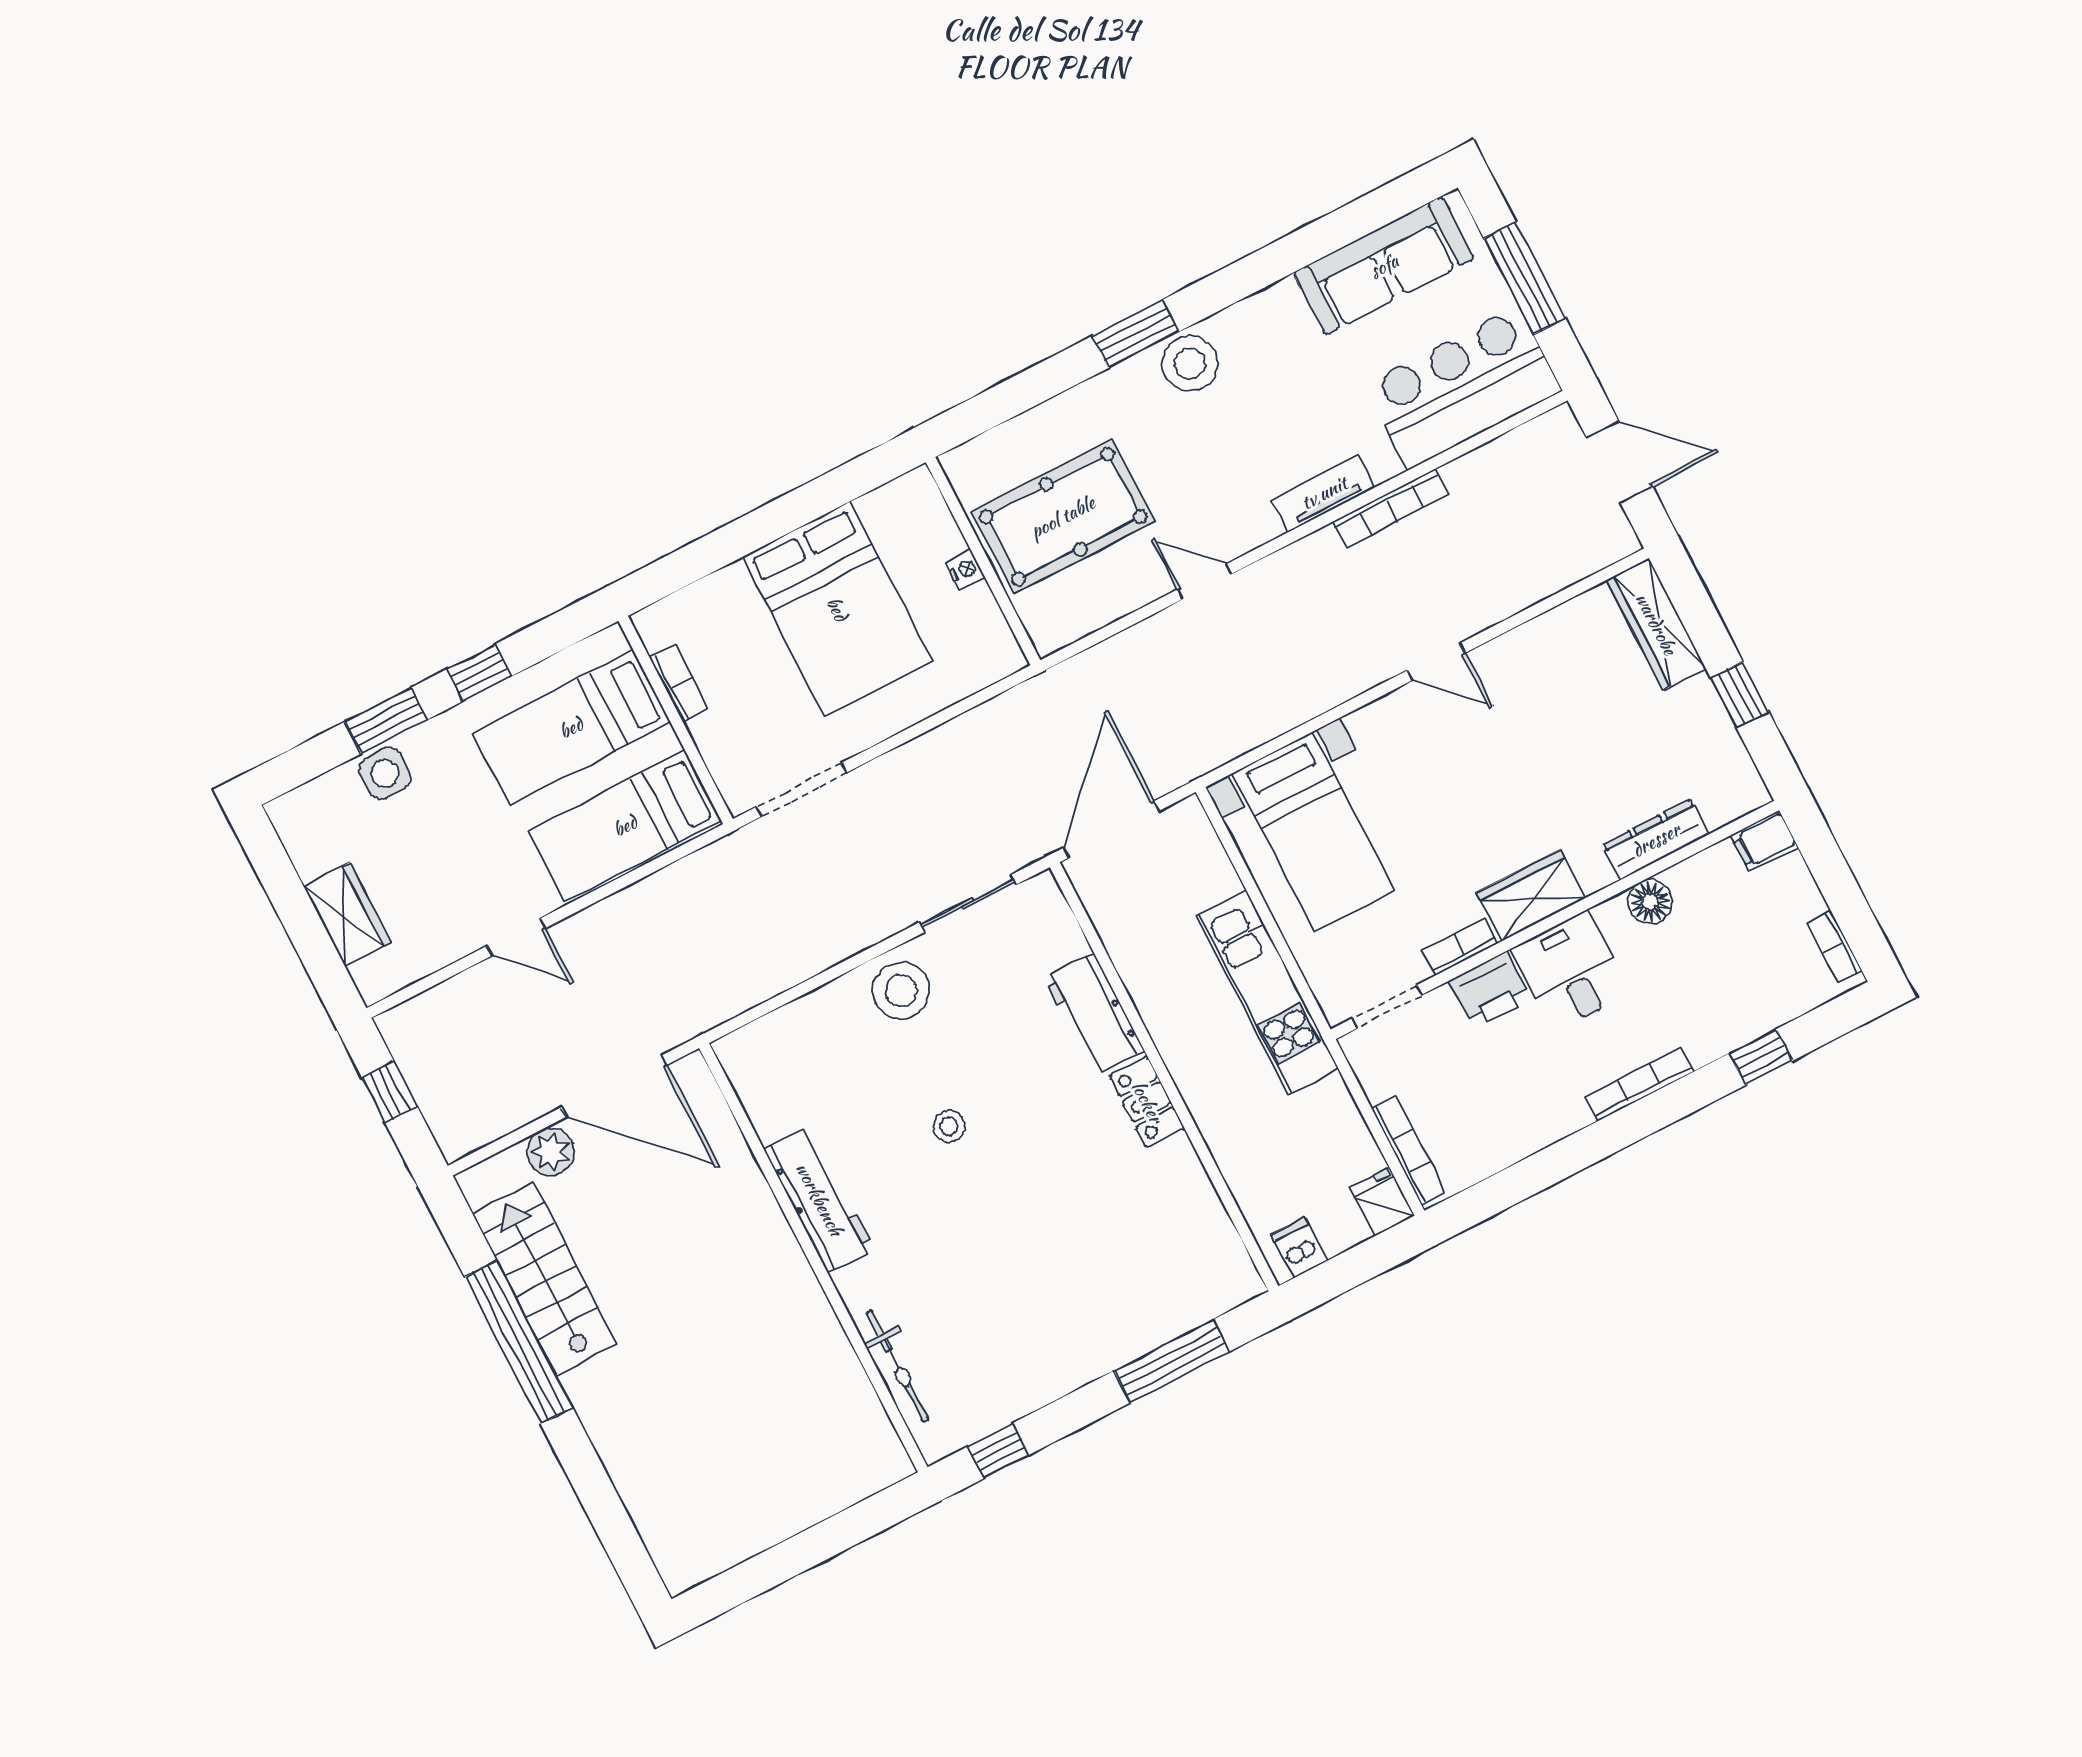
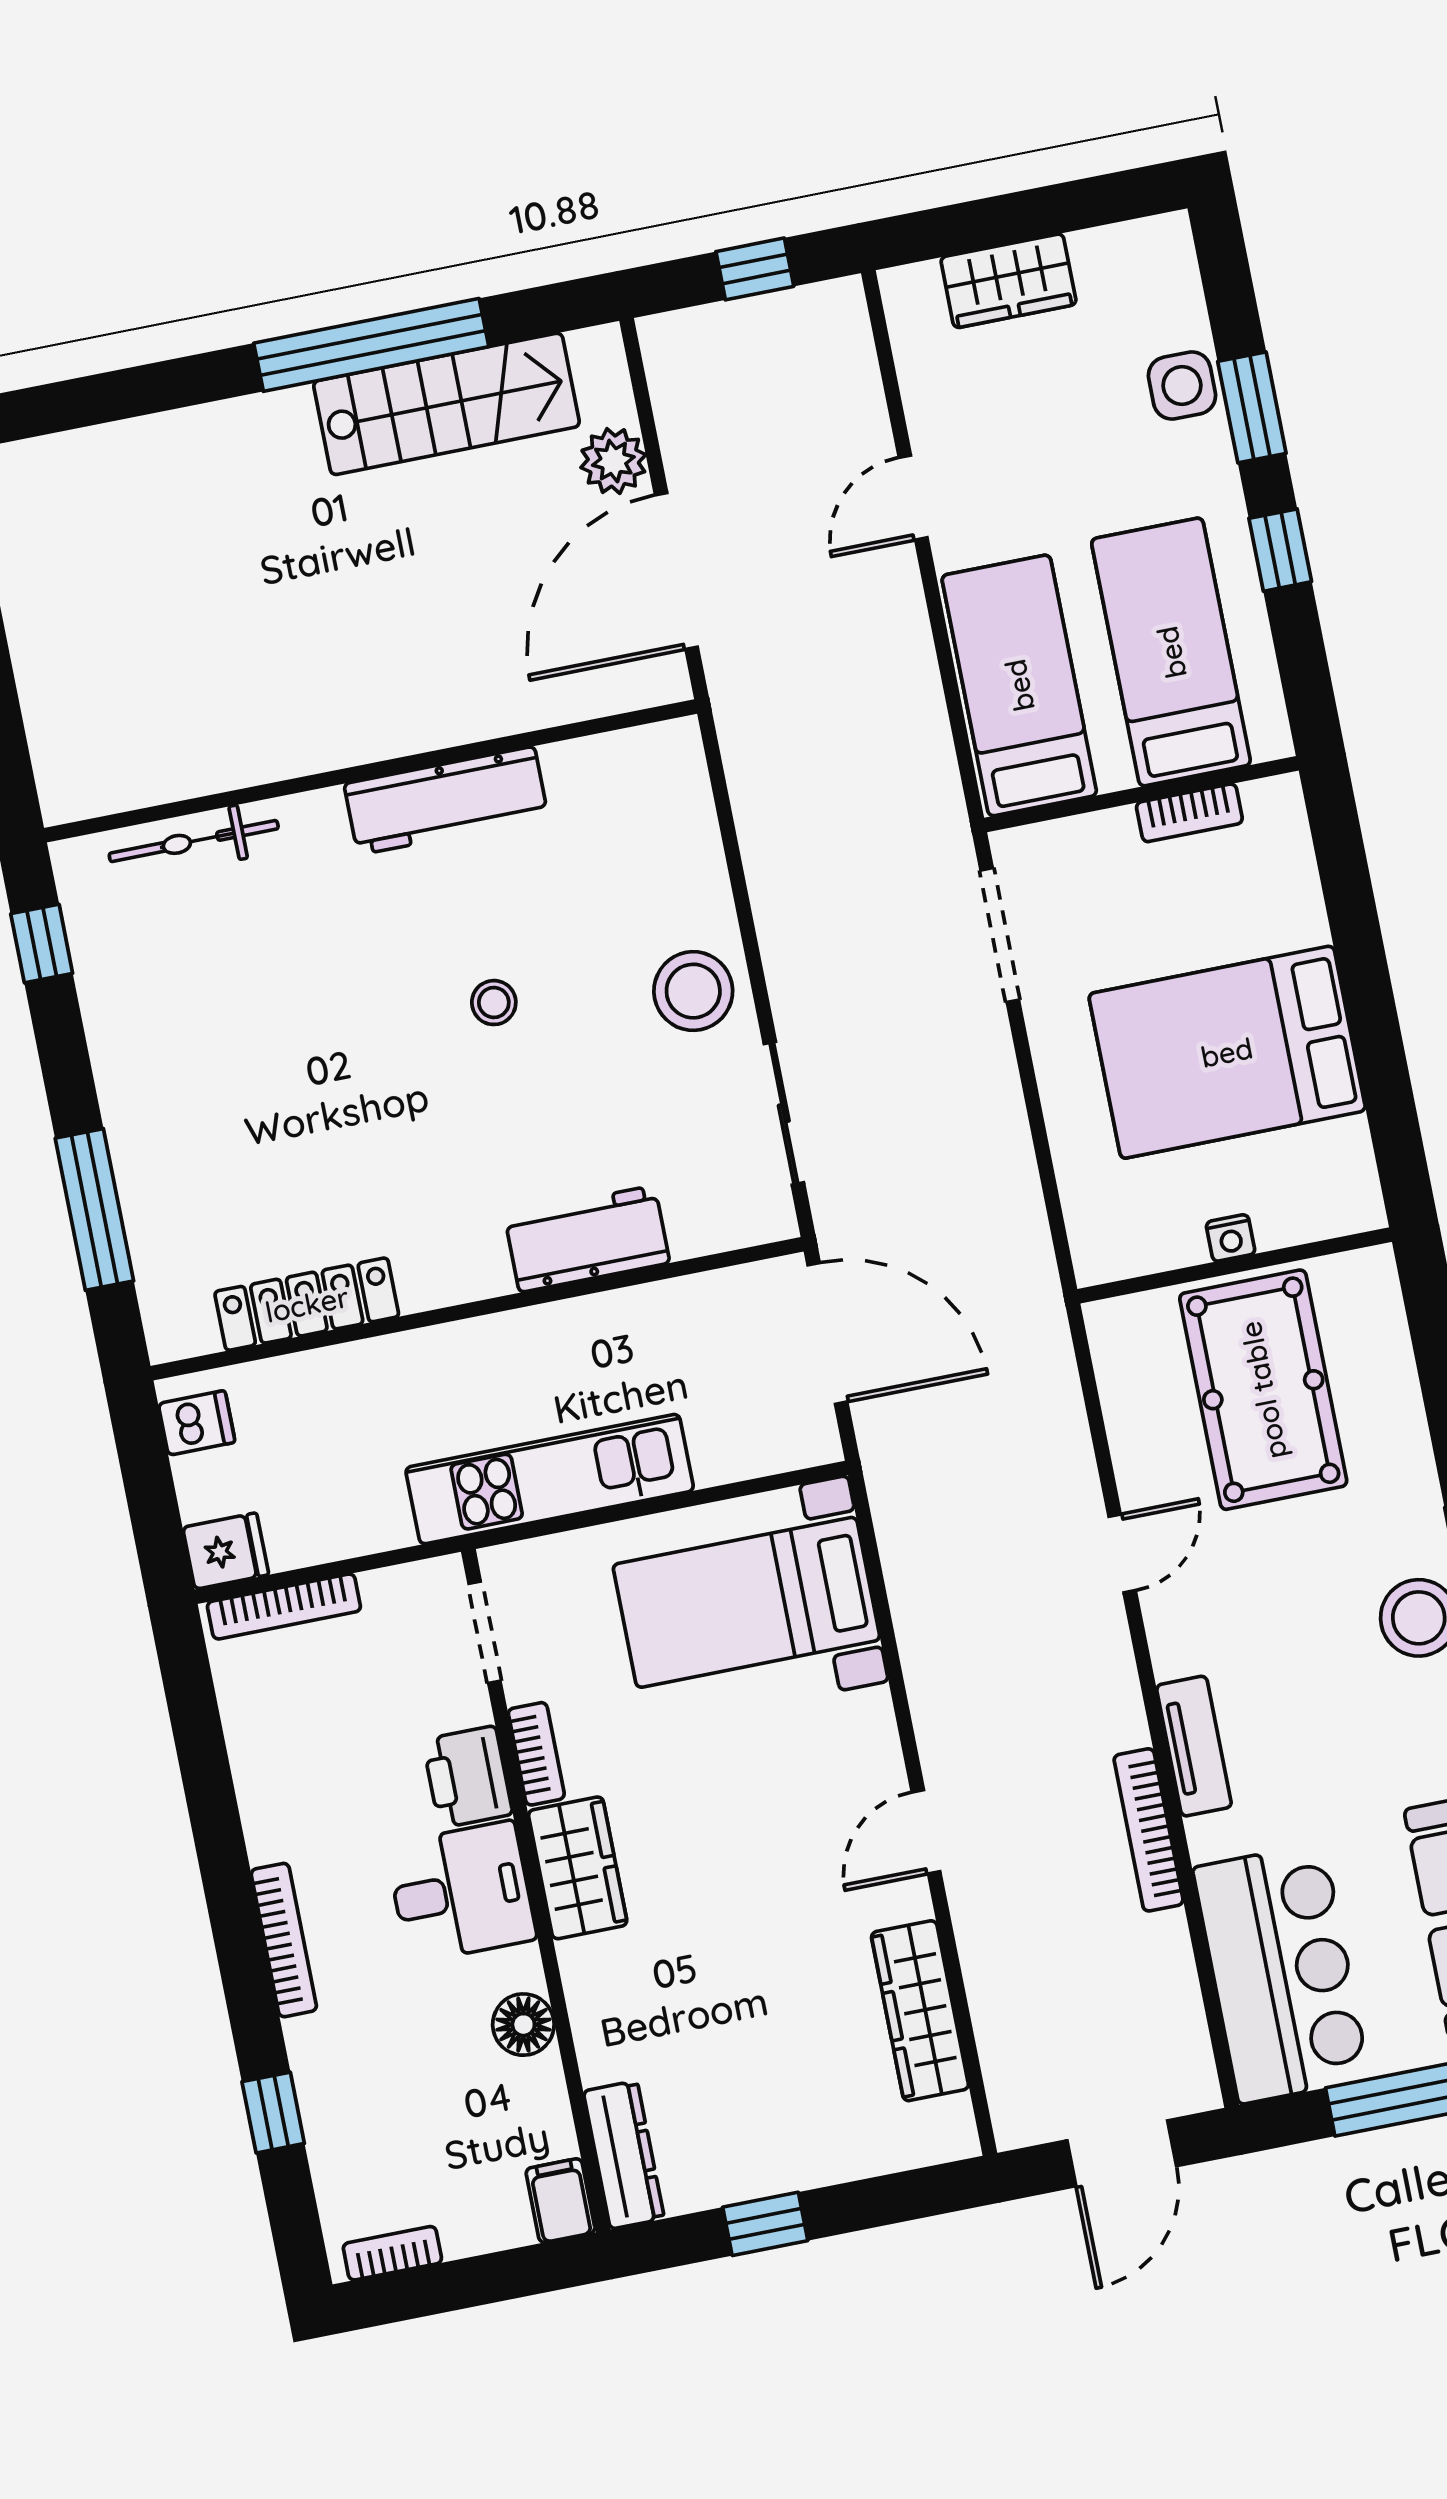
wardrobe: (1656, 624) -> (920, 2011), moved, turned -90
dresser: (1656, 840) -> (624, 2155), moved
locker: (1147, 1102) -> (307, 1304), moved, width x1.53

